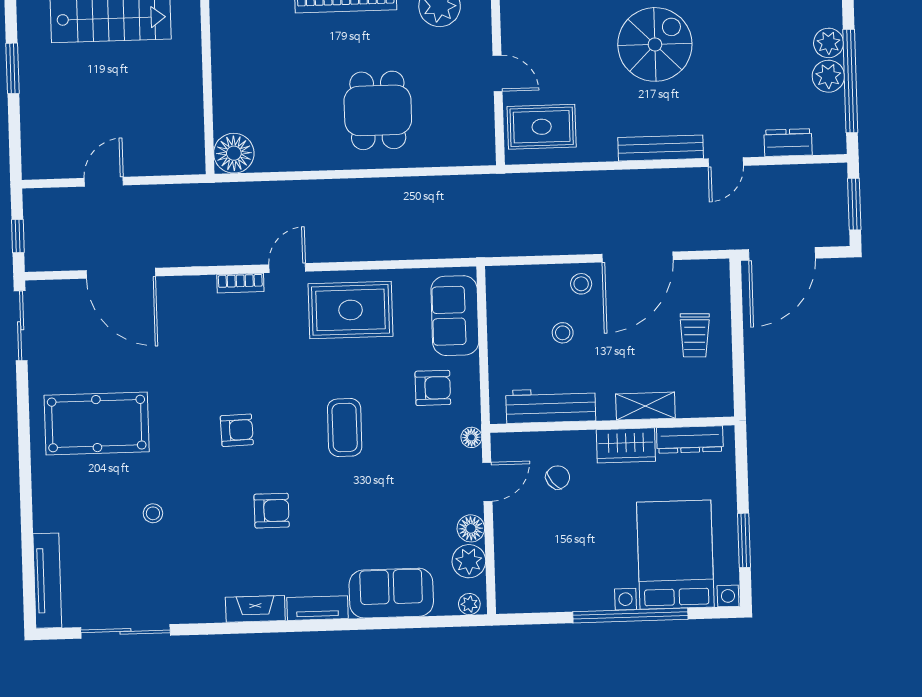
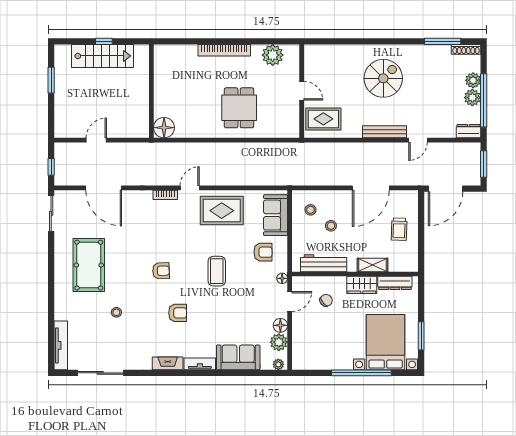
dresser: (788, 143) -> (468, 131), moved
stool: (581, 284) -> (310, 210), moved
pool table: (97, 424) -> (89, 265), turned 90

